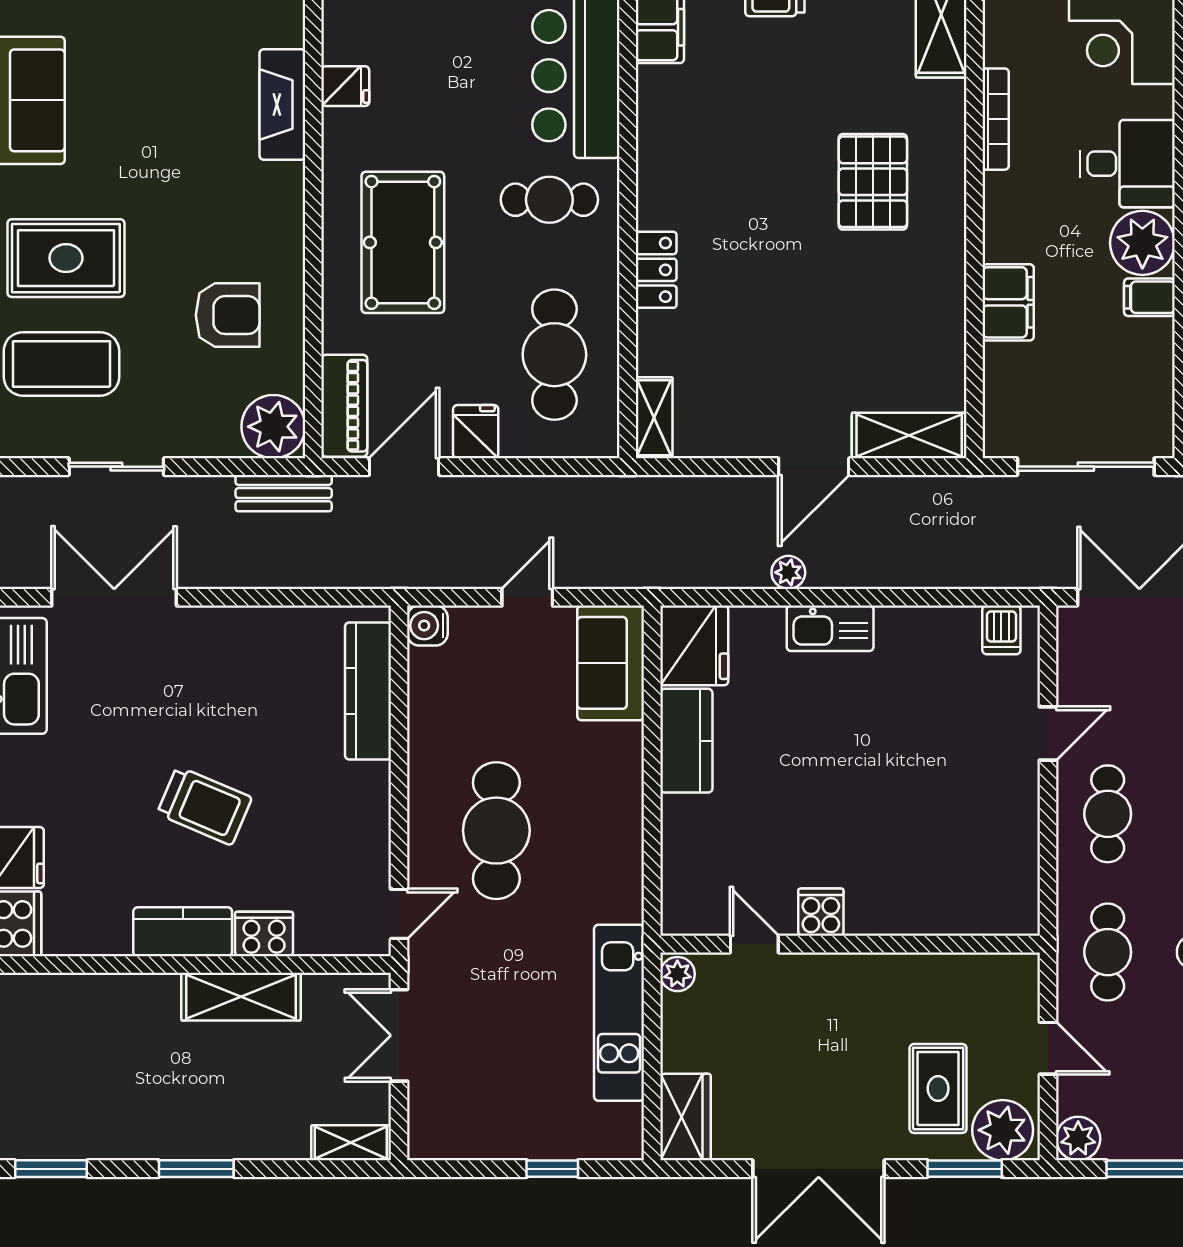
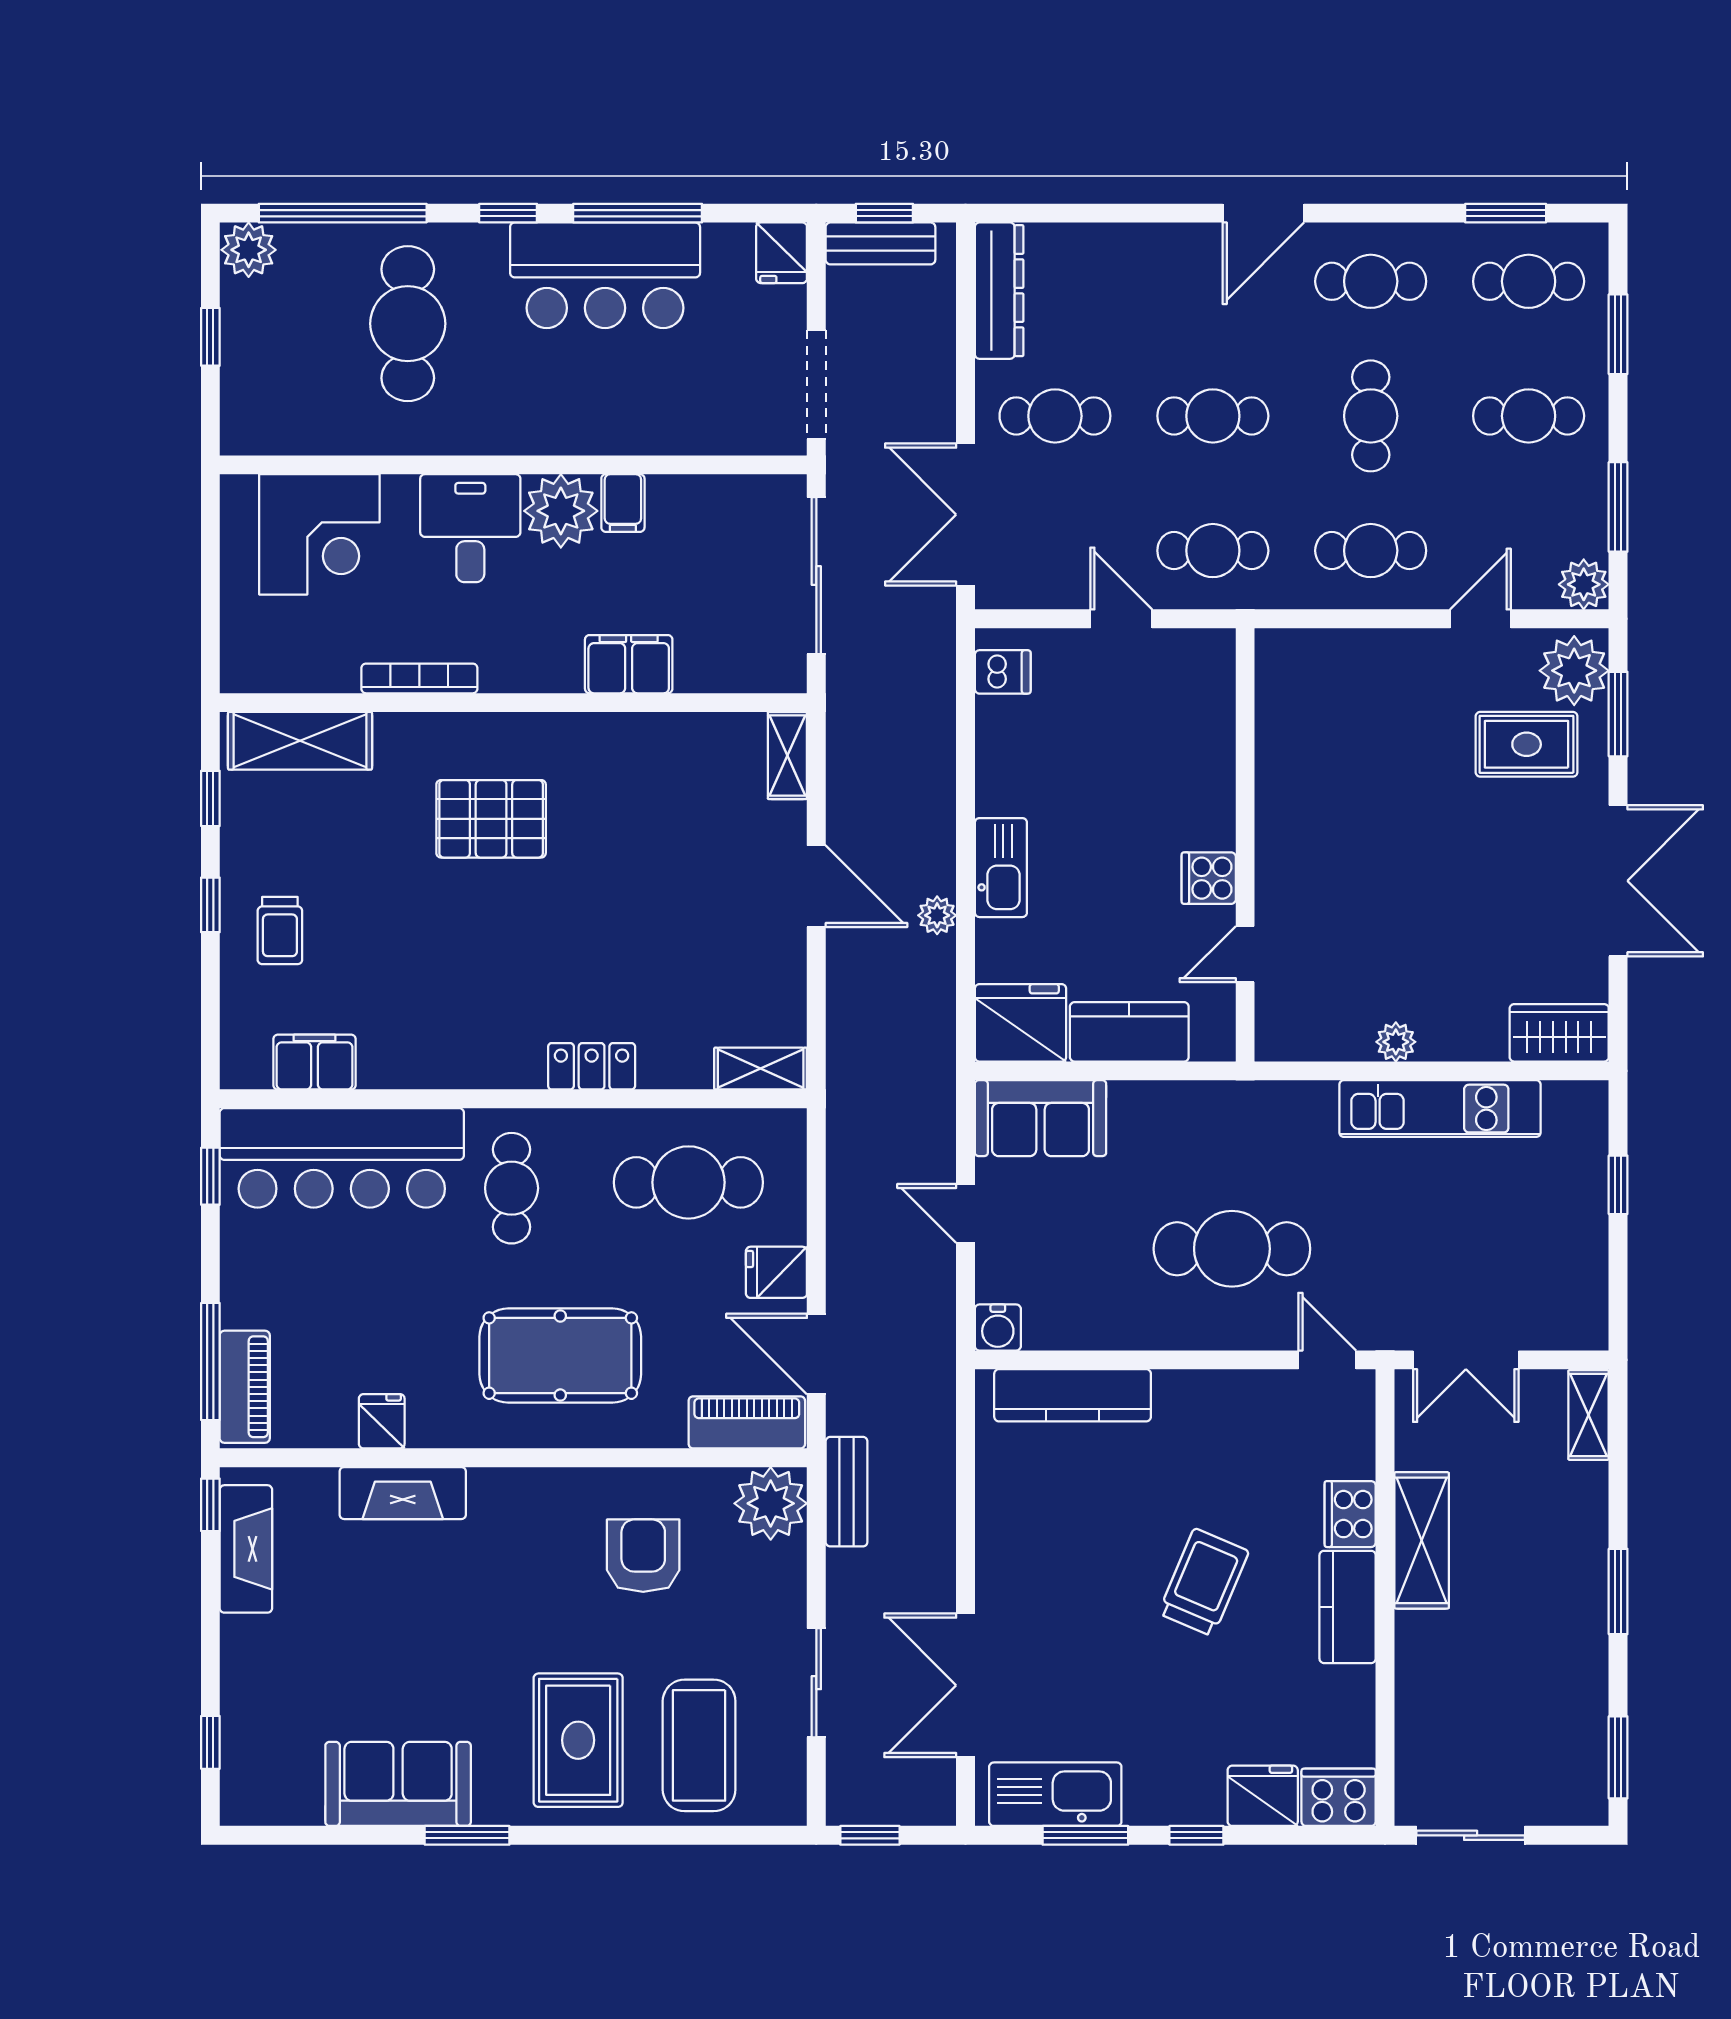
shelving: (909, 436) -> (787, 756), width x0.67, depth x0.75
cooker: (821, 912) -> (1209, 878), moved
door: (754, 944) -> (1245, 954), moved
wall: (850, 944) -> (1245, 845), moved

